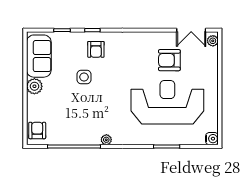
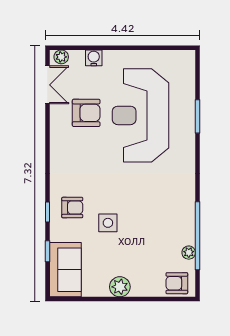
sofa: (39, 56) -> (65, 270), moved, turned 90
armchair: (169, 60) -> (86, 113), turned -90
water cooler: (212, 139) -> (94, 58), moved
plant: (106, 140) -> (189, 253), moved

